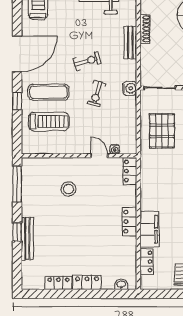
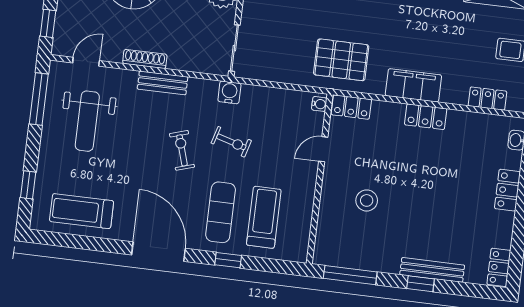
pallet: (162, 131) -> (341, 60), moved
water cooler: (115, 149) -> (319, 104), moved
filing cabinet: (149, 229) -> (413, 85), moved
locker: (58, 283) -> (499, 267), moved

